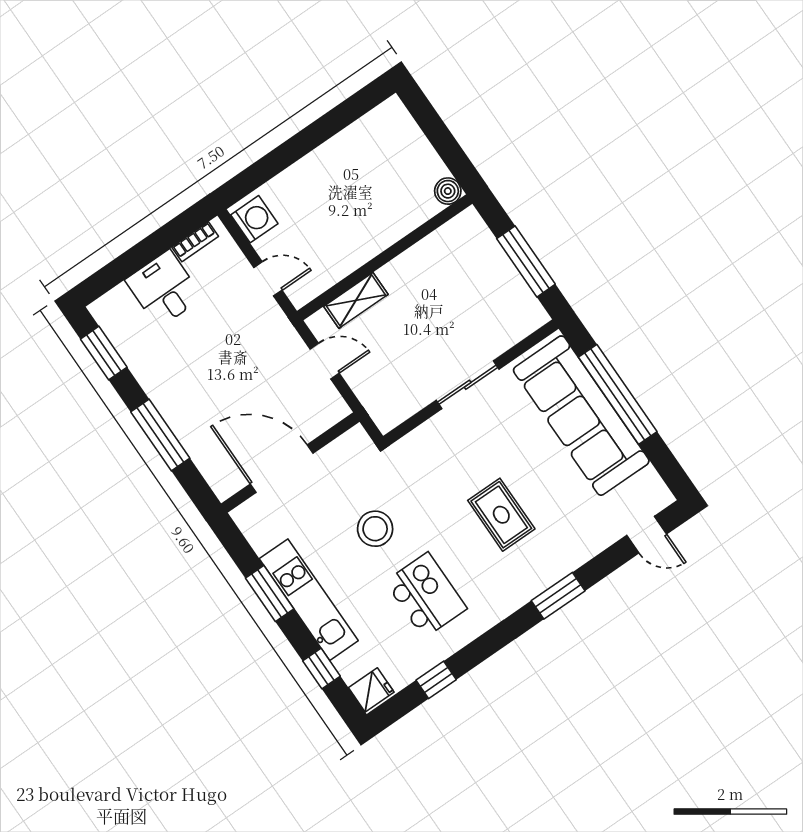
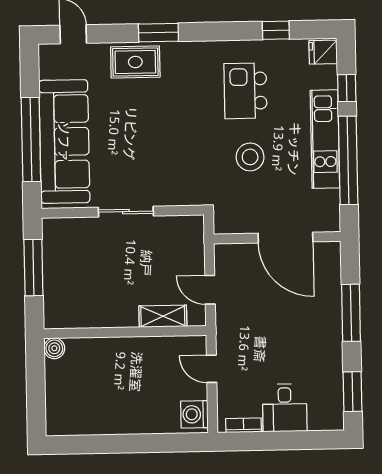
rug: (501, 515) -> (135, 62), moved, turned 90
window: (270, 593) -> (348, 160), width x2.11

